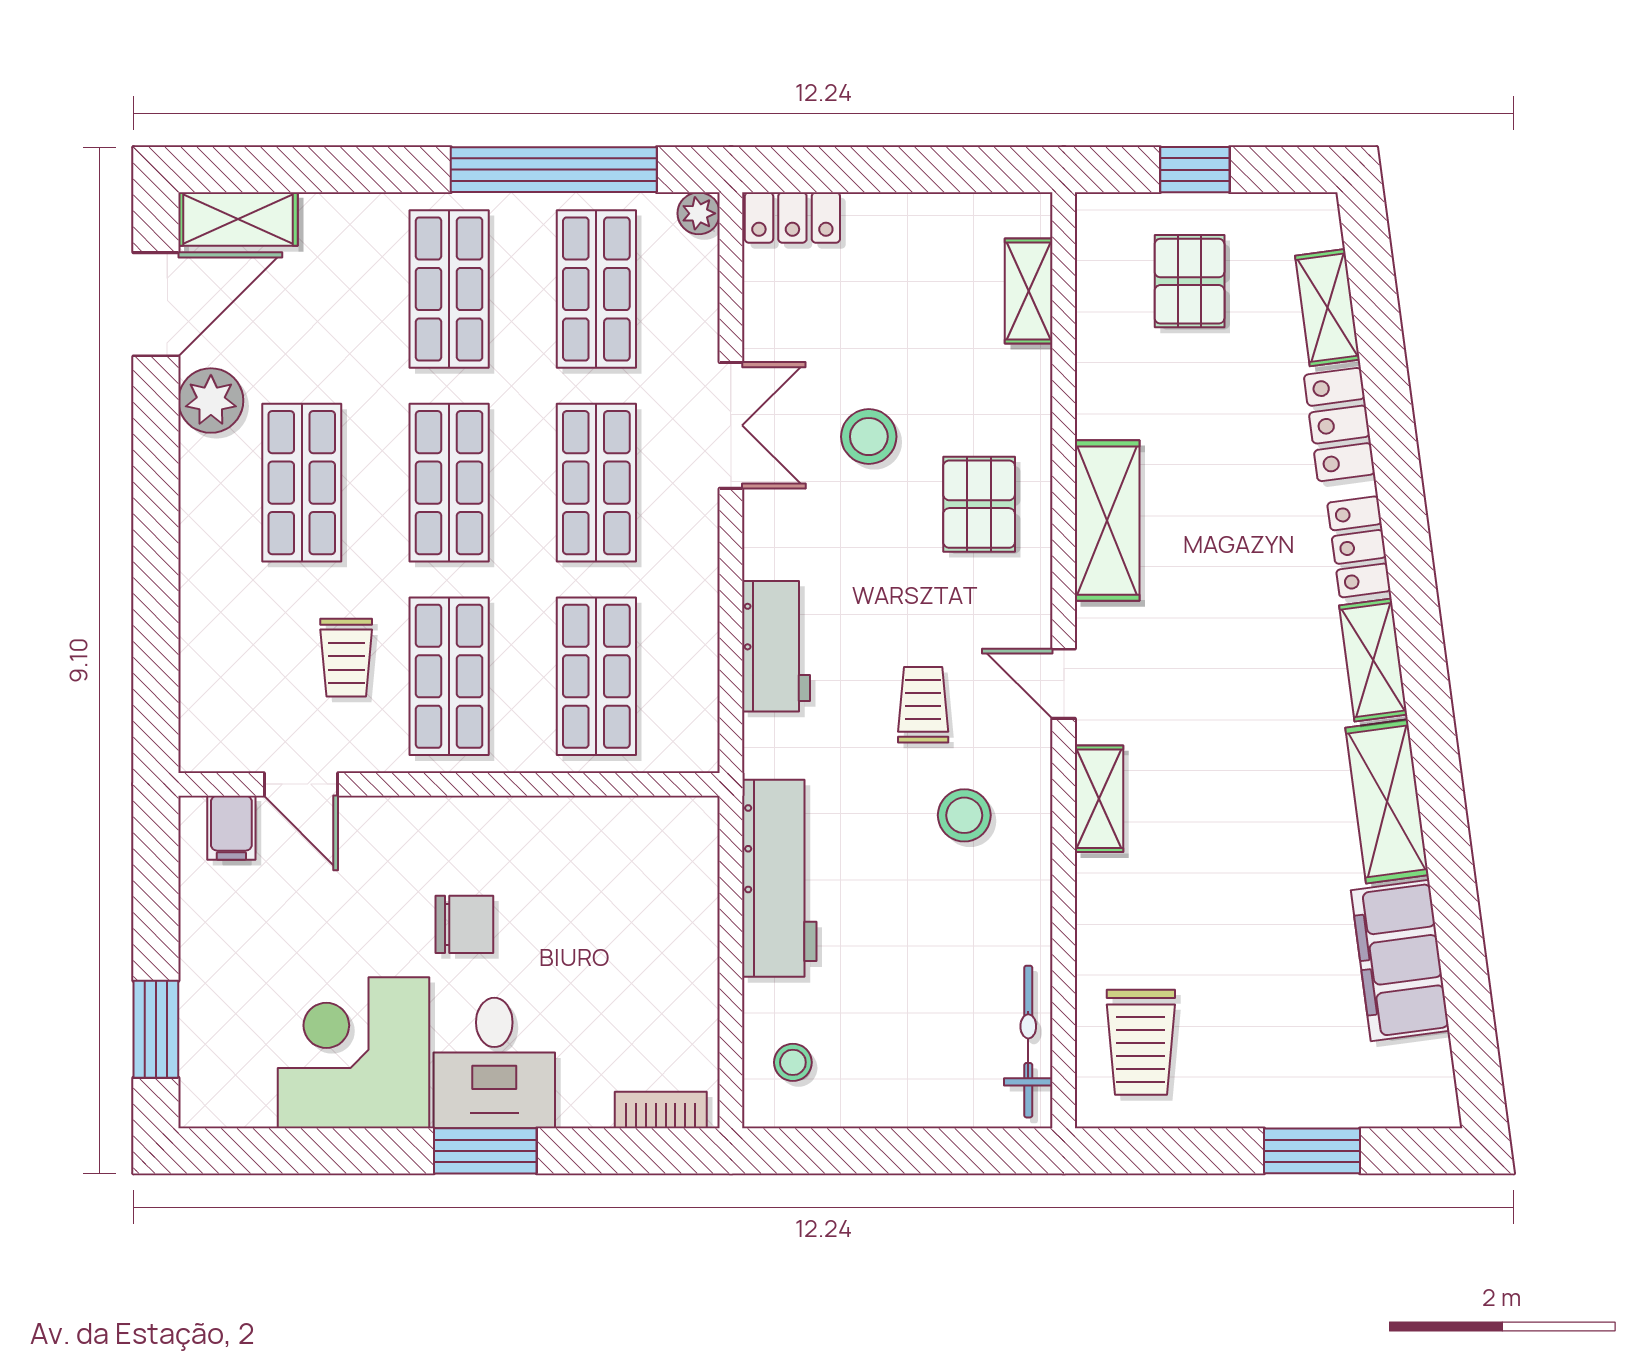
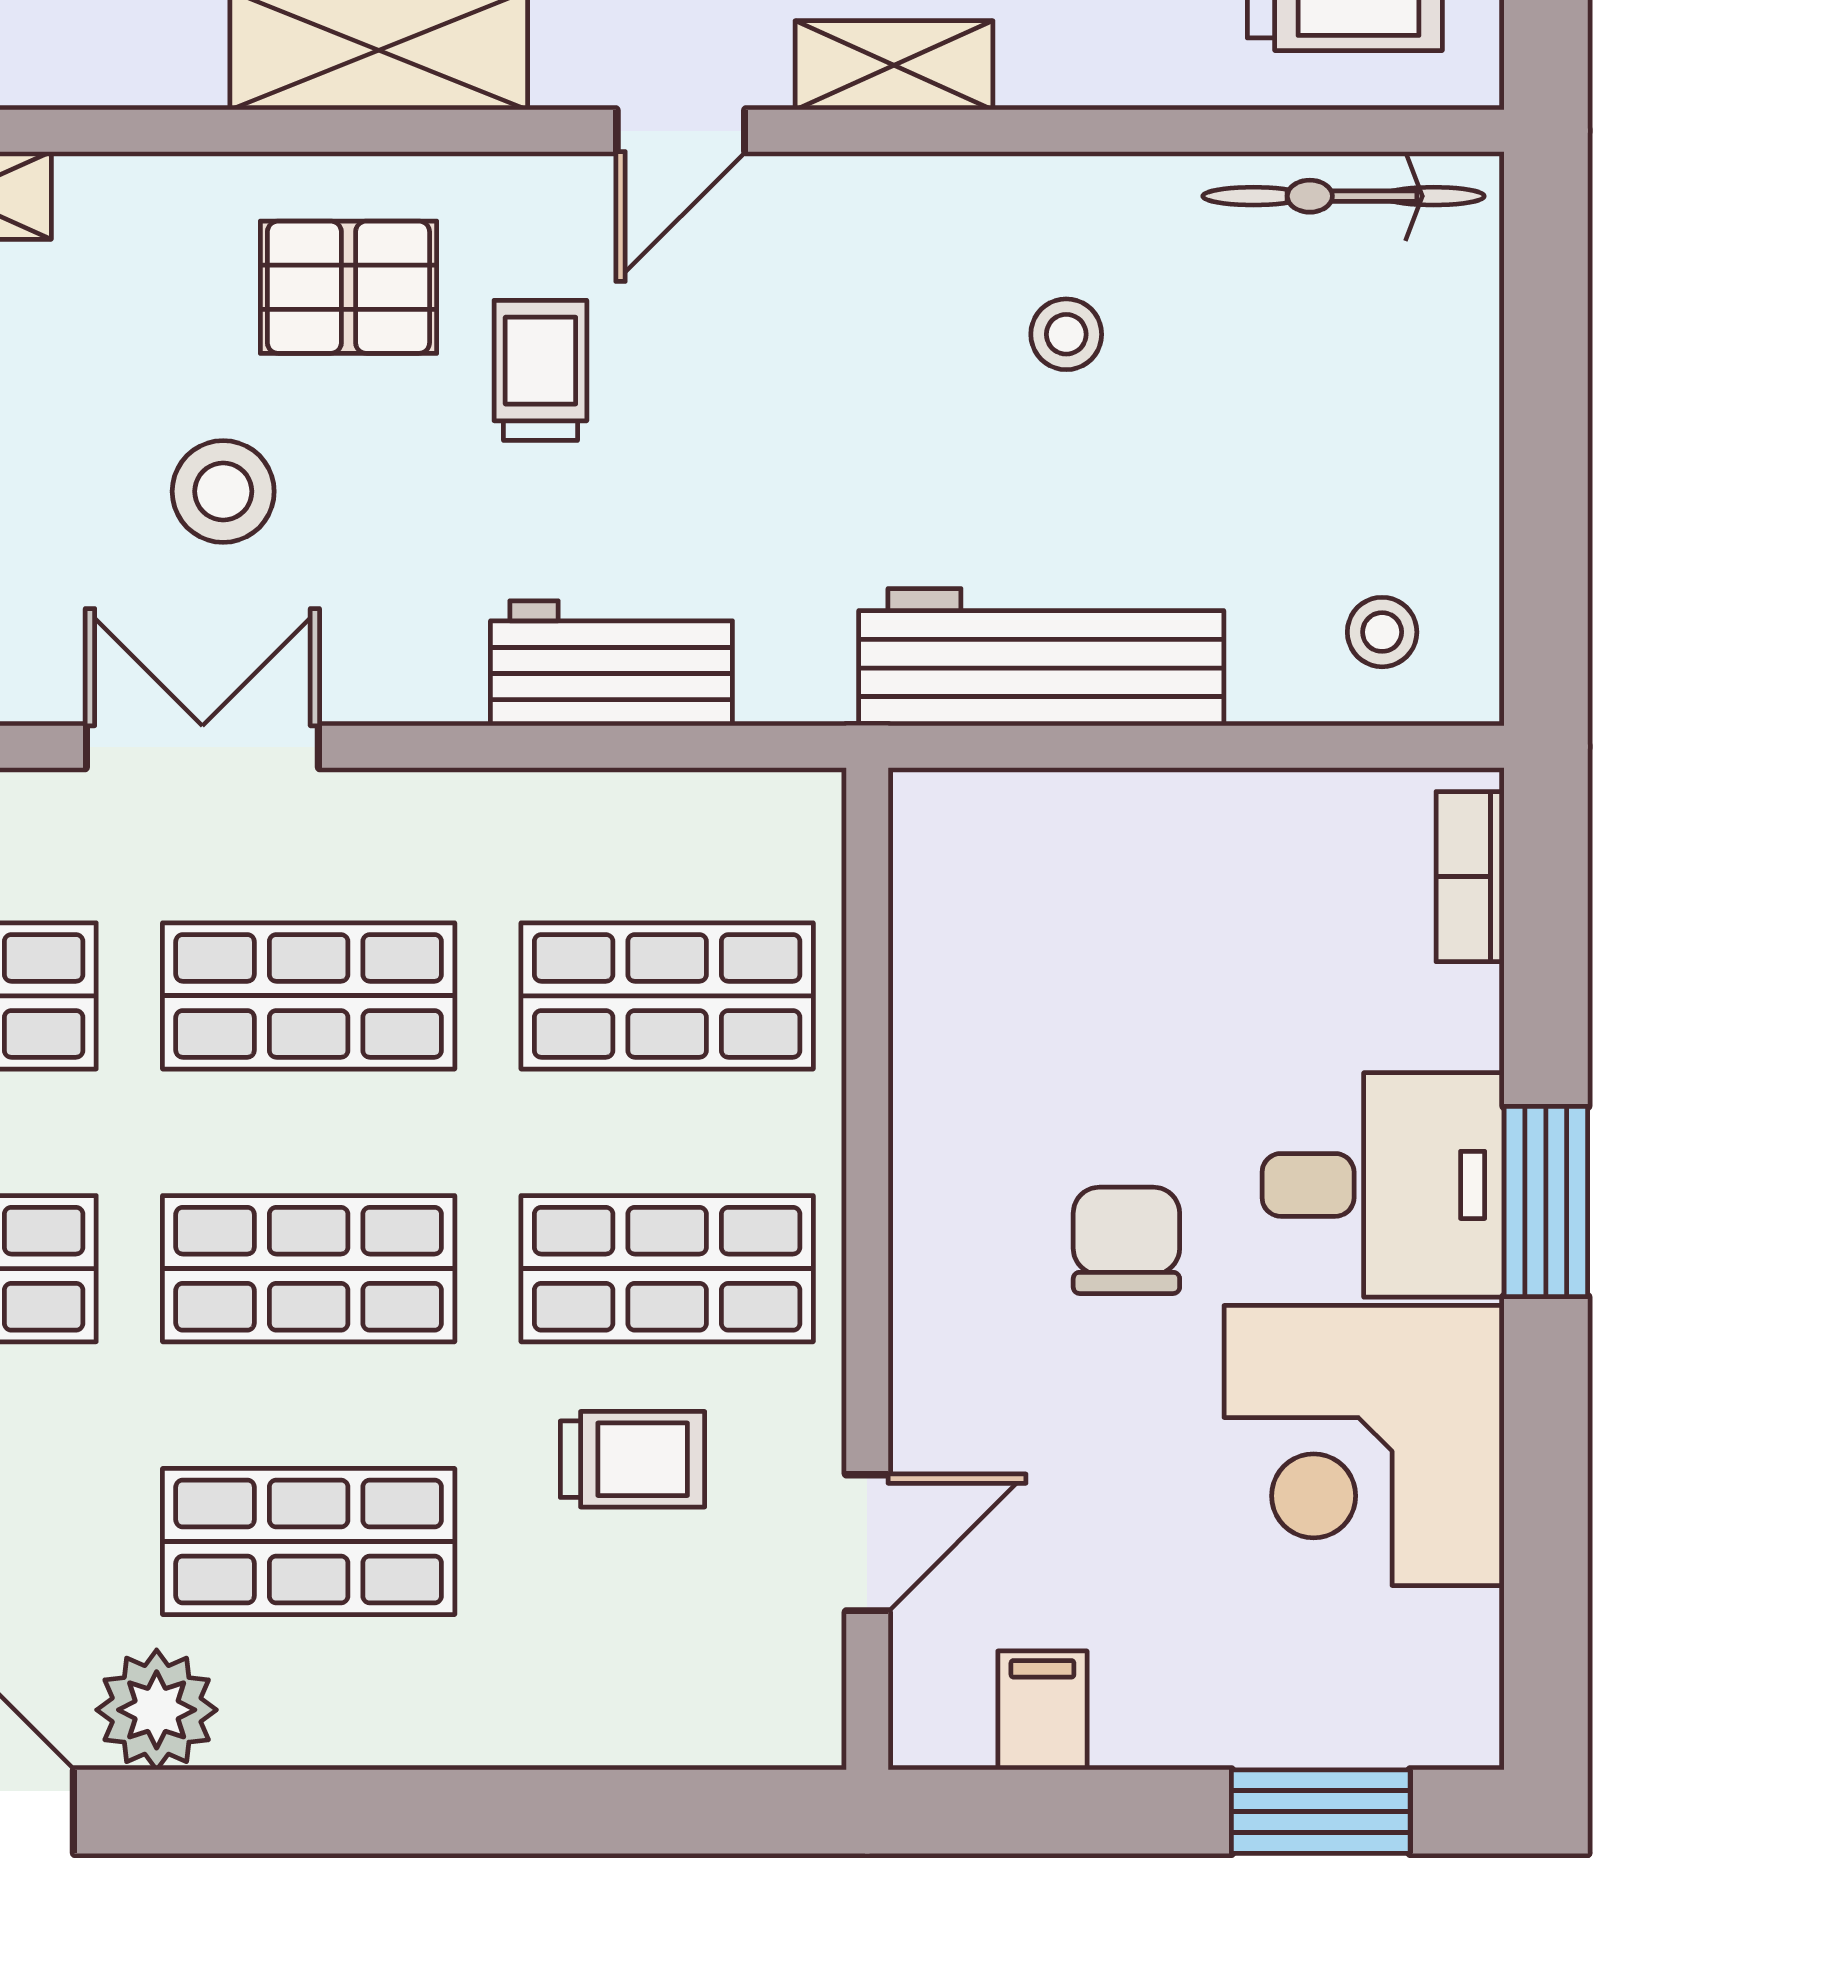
trolley: (923, 705) -> (540, 370), moved, turned 90
stool: (964, 815) -> (1066, 334), moved, width x0.73, depth x0.73
filing cabinet: (231, 828) -> (1042, 1710), moved, turned -90

